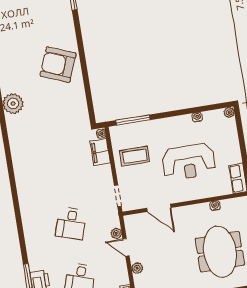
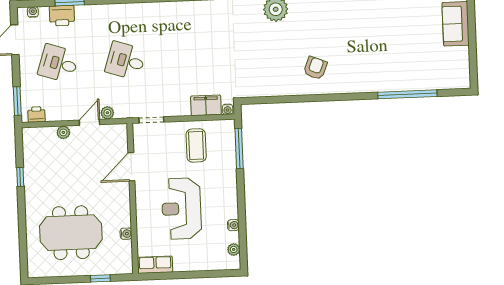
armchair: (58, 65) -> (315, 68), width x0.53, depth x0.53
plant: (229, 112) -> (234, 249), moved

